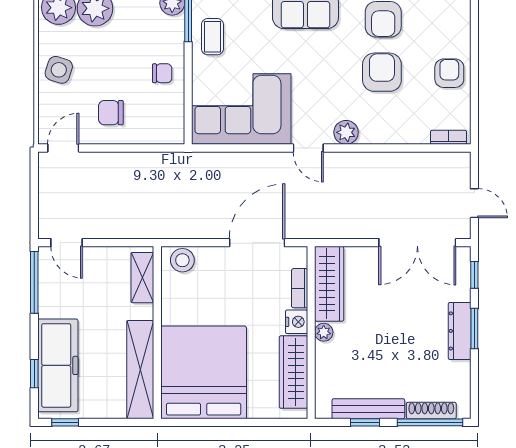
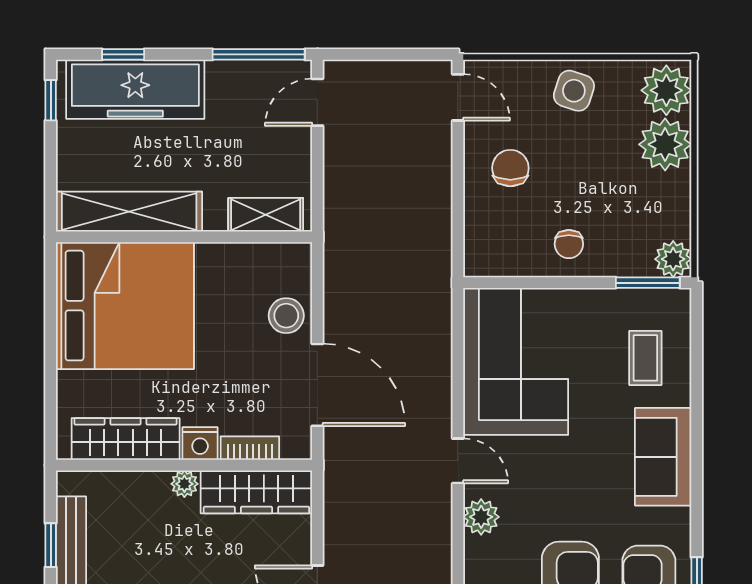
coffee table: (212, 37) -> (645, 358), moved, turned 90
door: (308, 148) -> (458, 461), swing flipped
stool: (182, 260) -> (286, 316), moved

